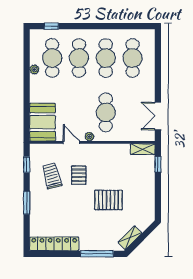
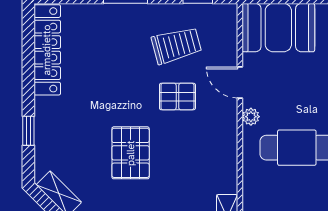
door: (71, 142) -> (240, 83), swing flipped
window: (97, 254) -> (28, 131), width x0.46

